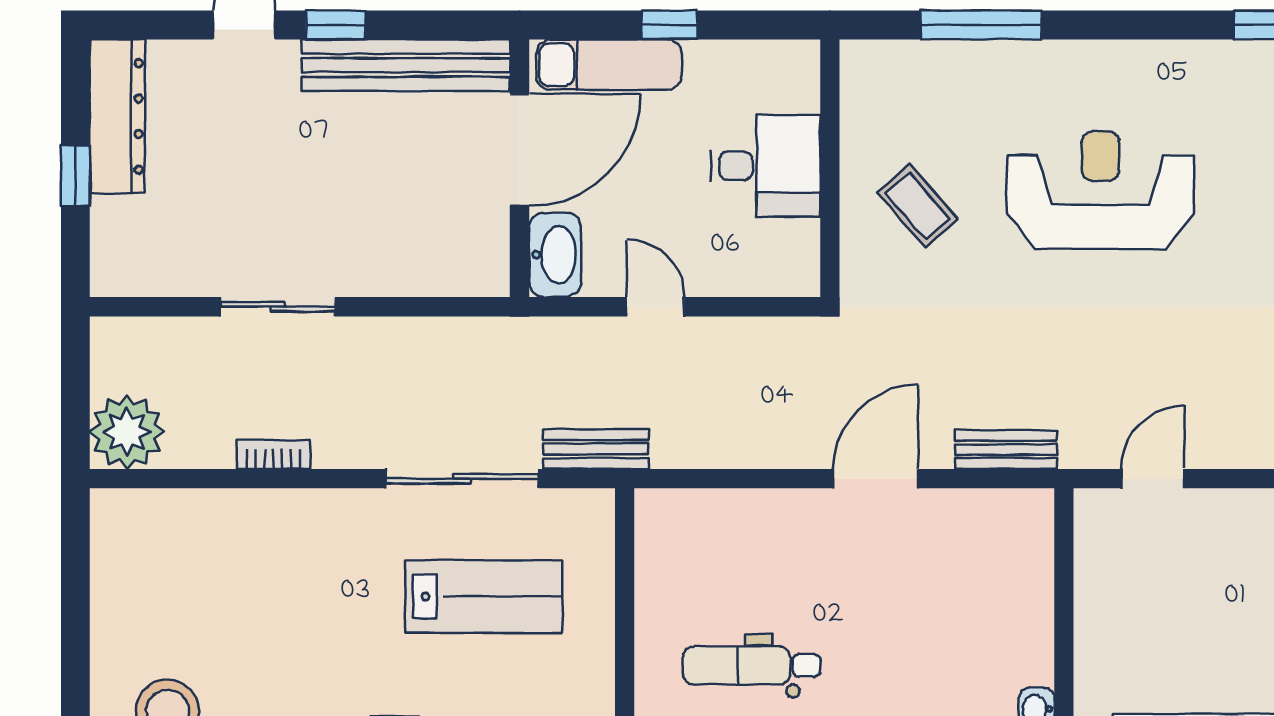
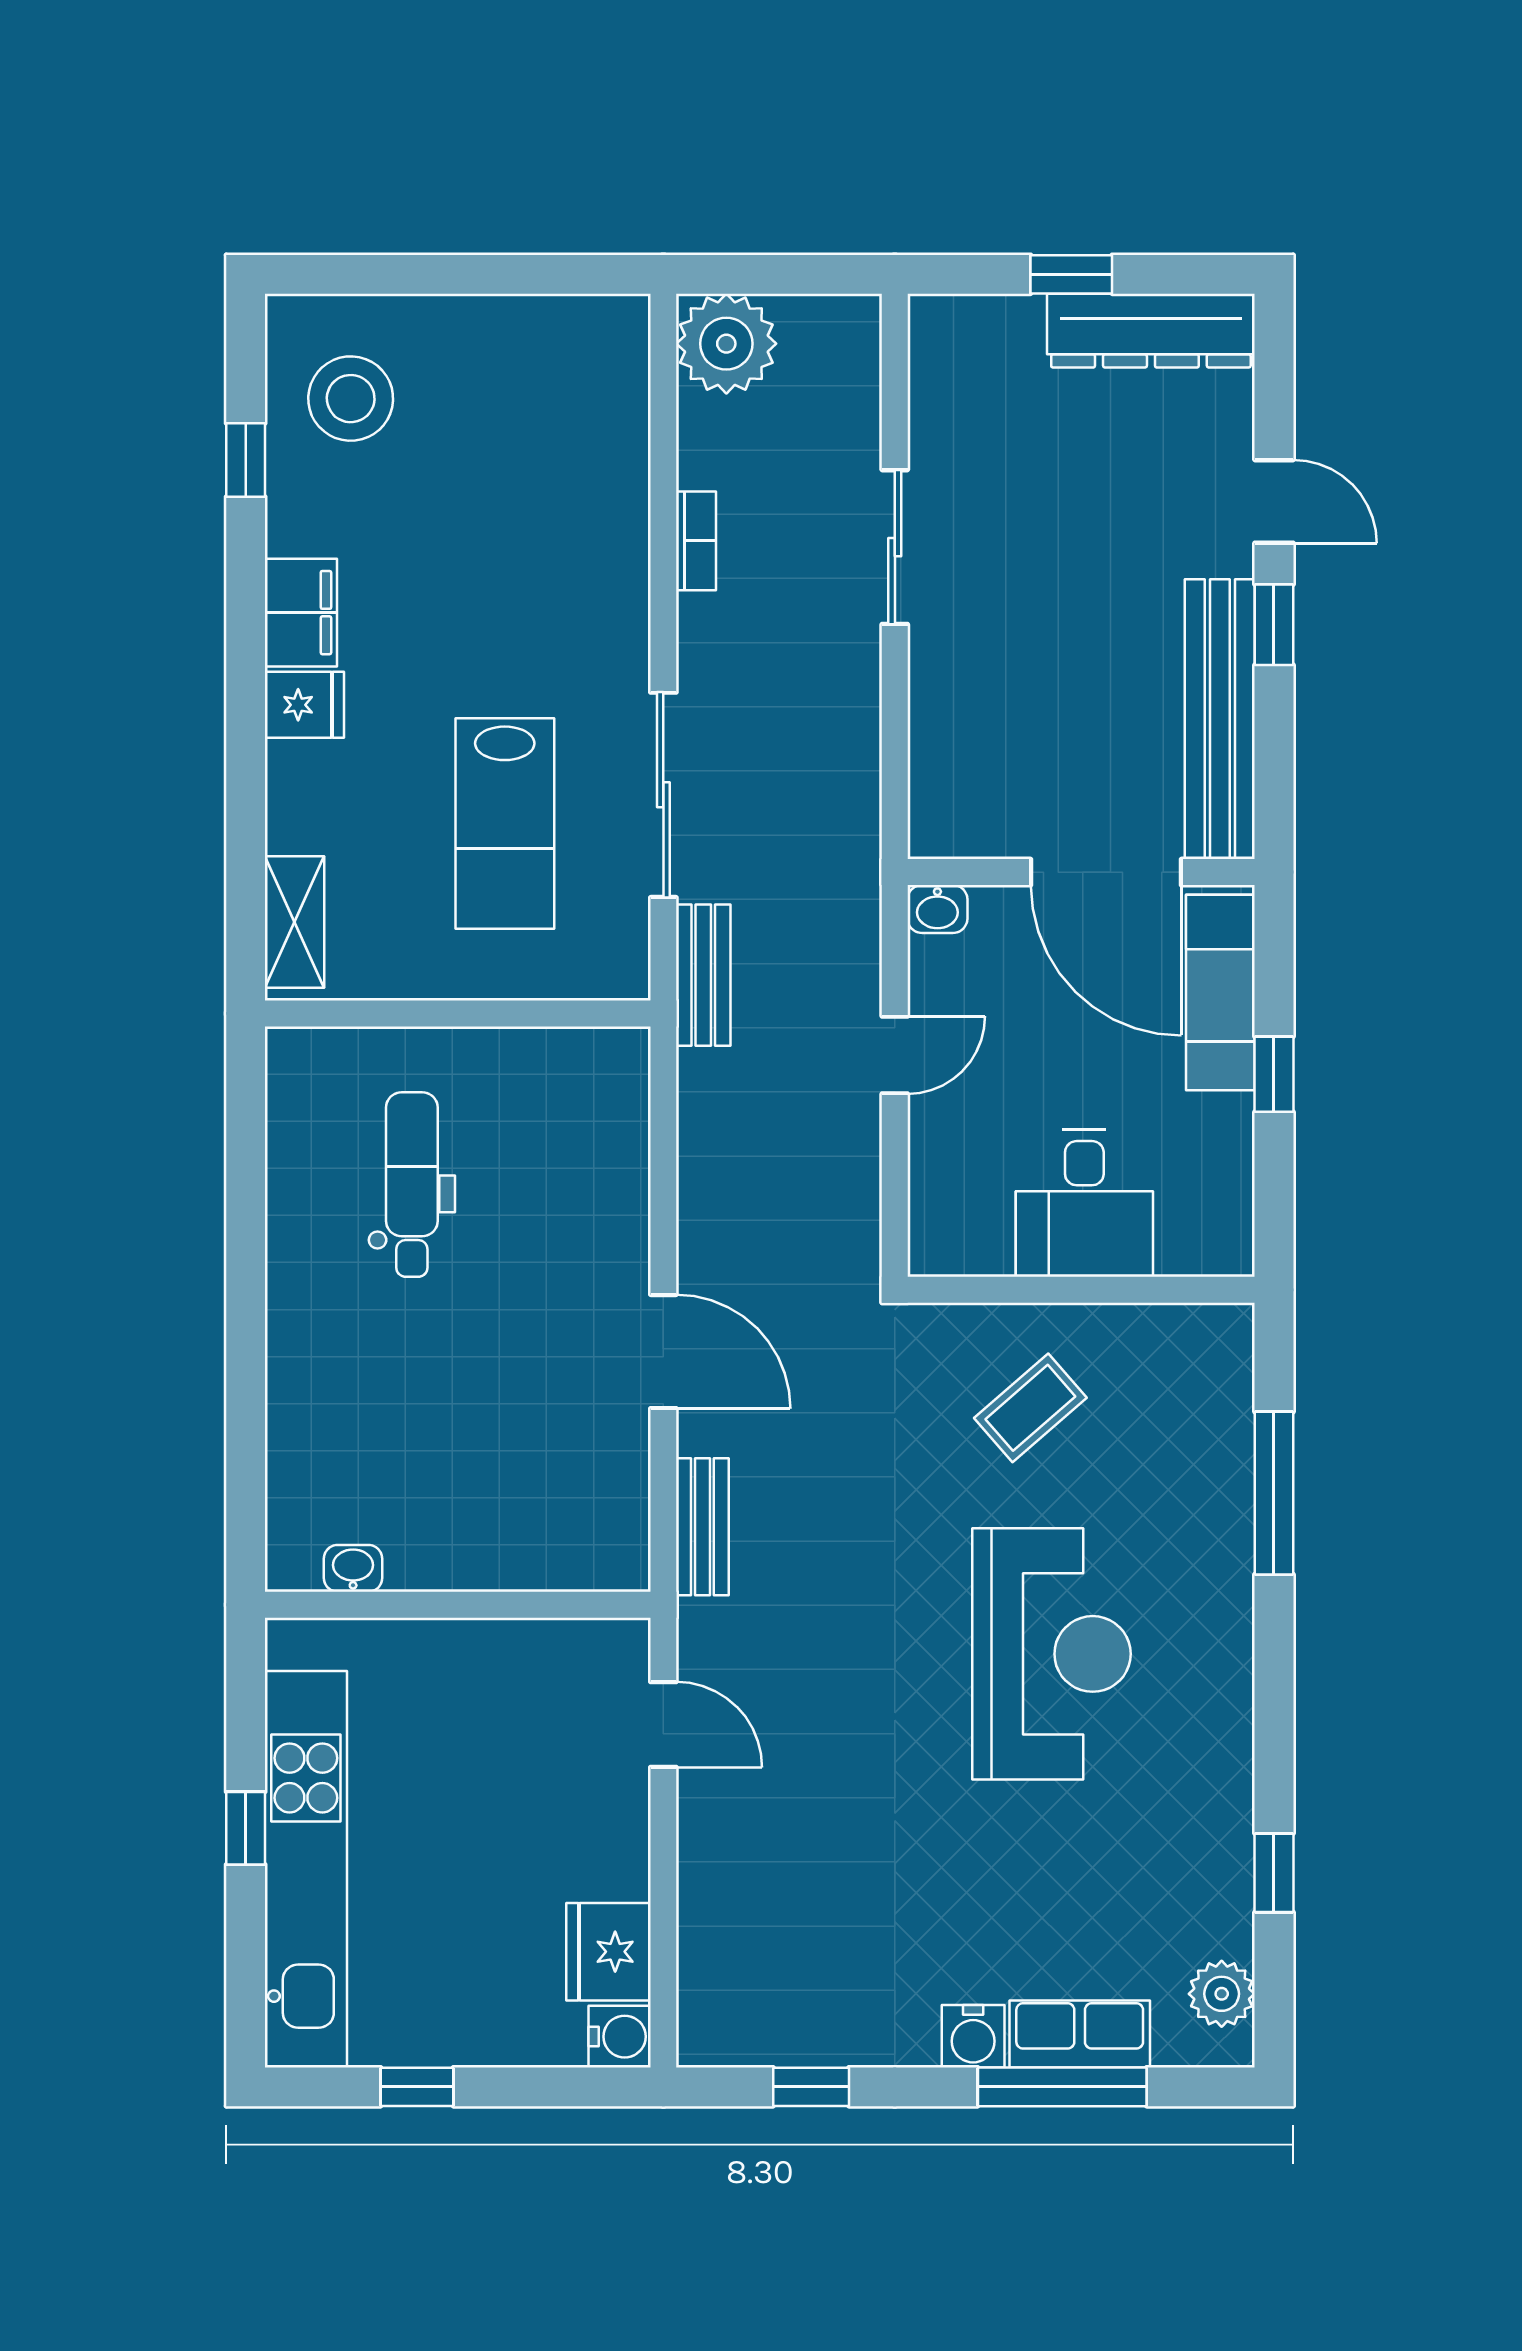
washbasin: (555, 255) -> (937, 909), width x0.52, depth x0.69

